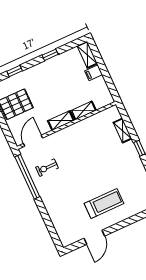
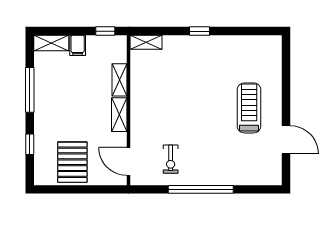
window: (50, 55) -> (30, 90), width x2.17
window: (111, 87) -> (105, 31), added
shelving: (122, 131) -> (146, 42), moved
window: (27, 177) -> (201, 189), moved

